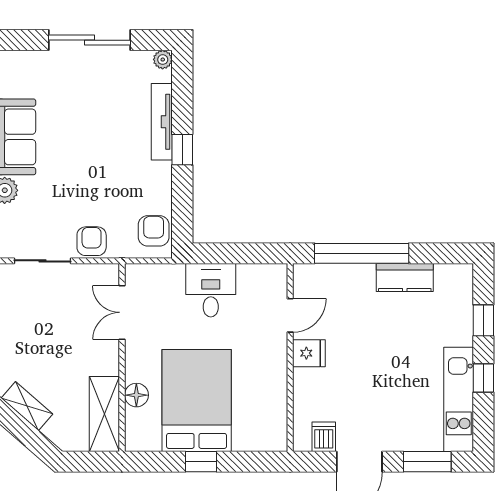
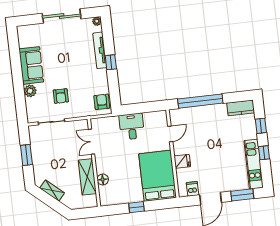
armchair: (92, 241) -> (61, 96), moved, turned 180
kitchen counter: (405, 278) -> (241, 108), moved
fridge: (309, 353) -> (182, 161), moved
bed: (197, 401) -> (158, 176), moved
shelving: (104, 414) -> (87, 177), moved

